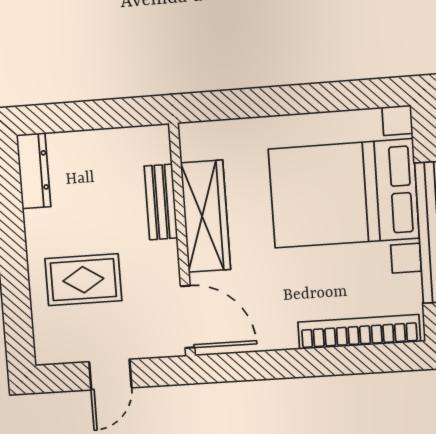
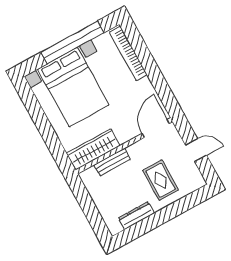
dresser: (34, 171) -> (136, 216), moved
wardrobe: (206, 216) -> (93, 149), moved

